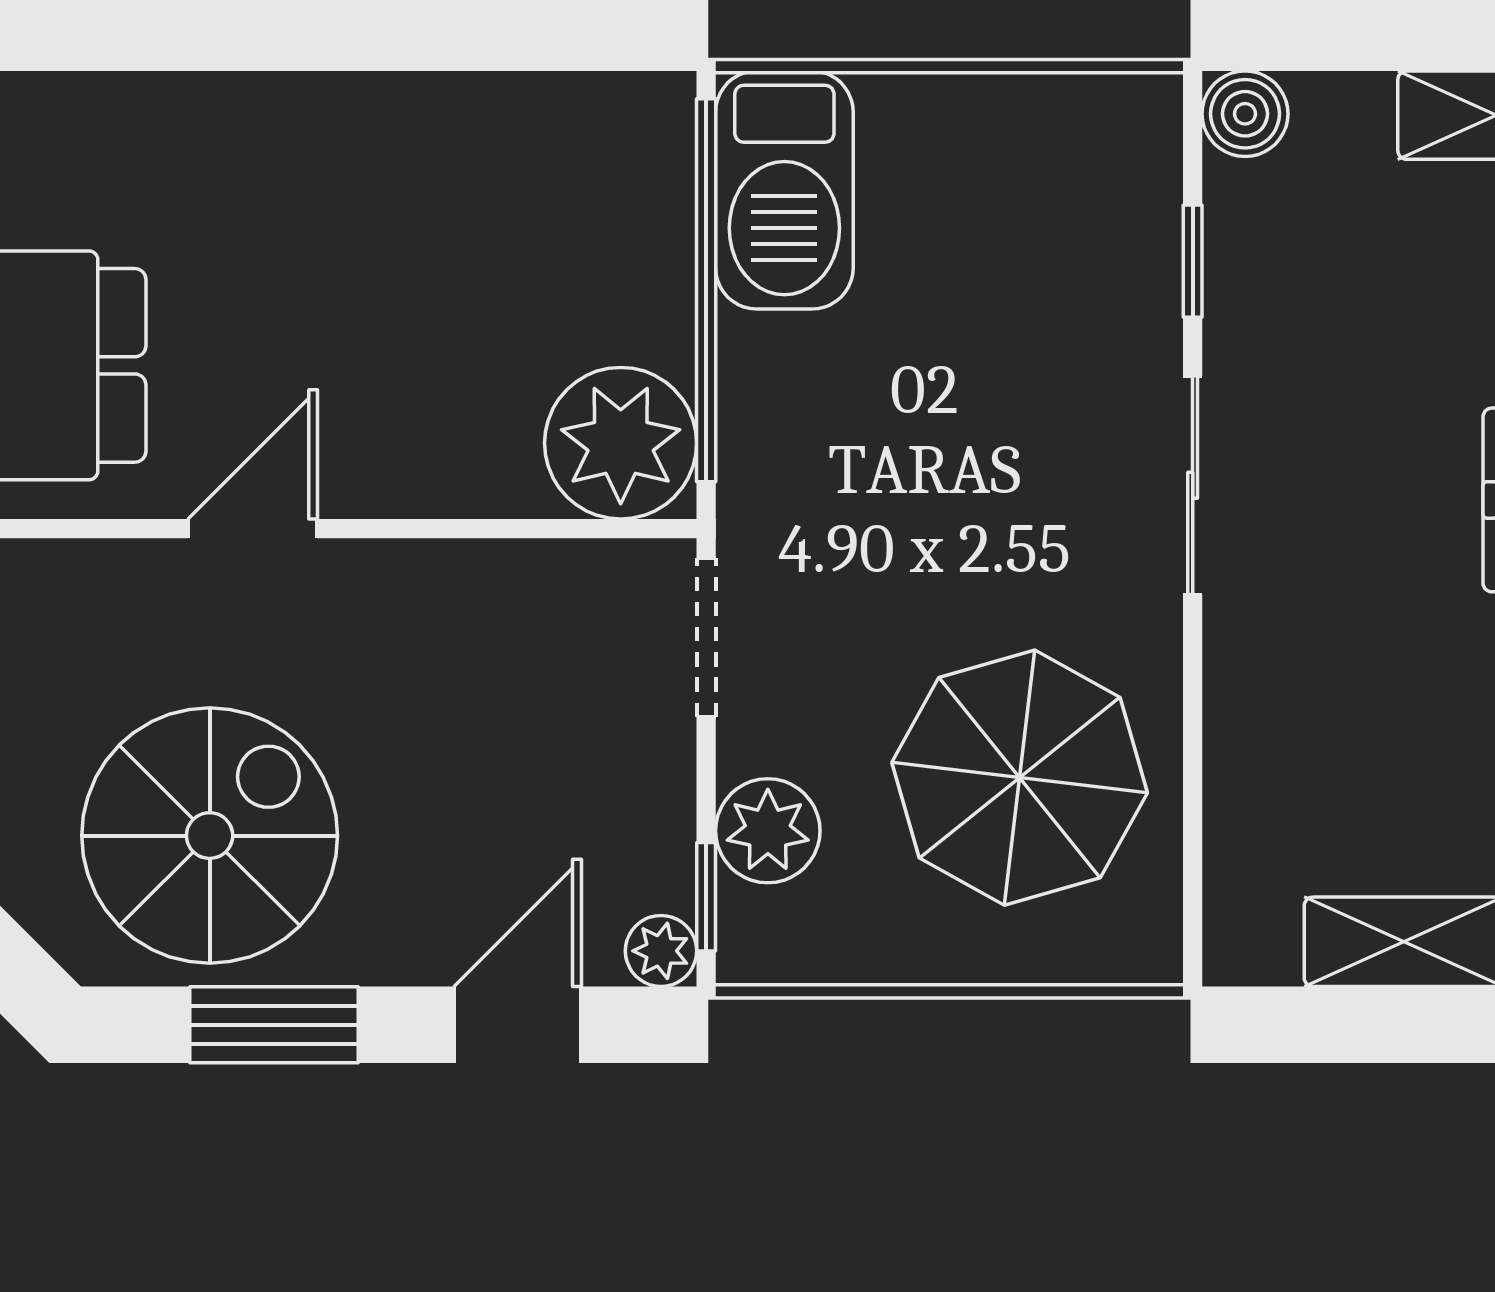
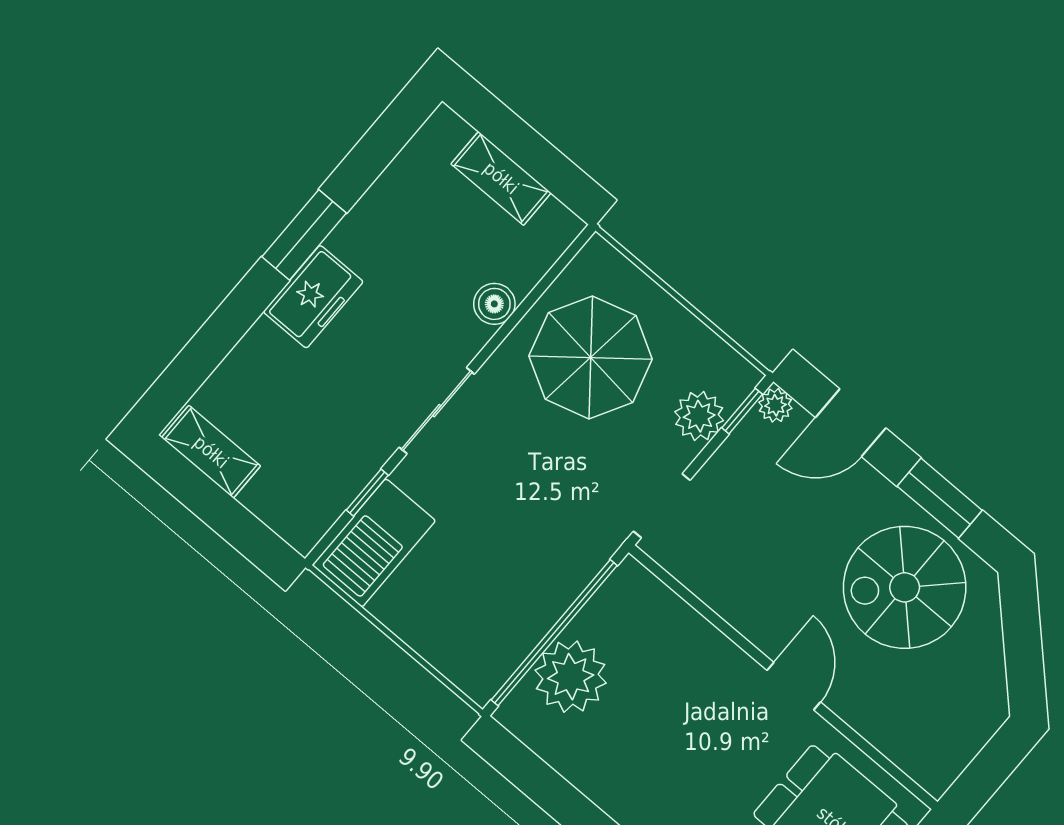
boiler: (1245, 114) -> (494, 304), moved
barbecue: (784, 190) -> (374, 543), moved, turned 180
plant: (621, 443) -> (571, 677), moved
door: (253, 529) -> (794, 686), swing flipped

